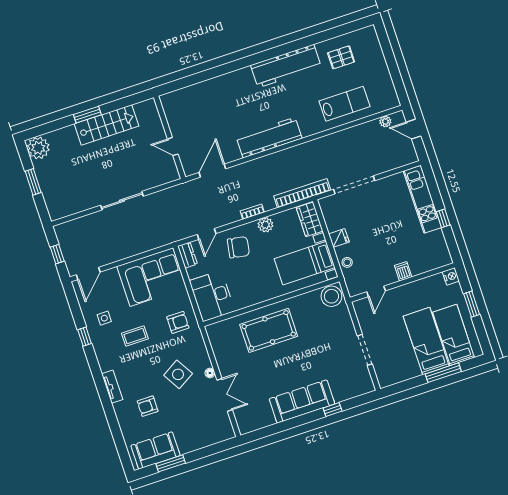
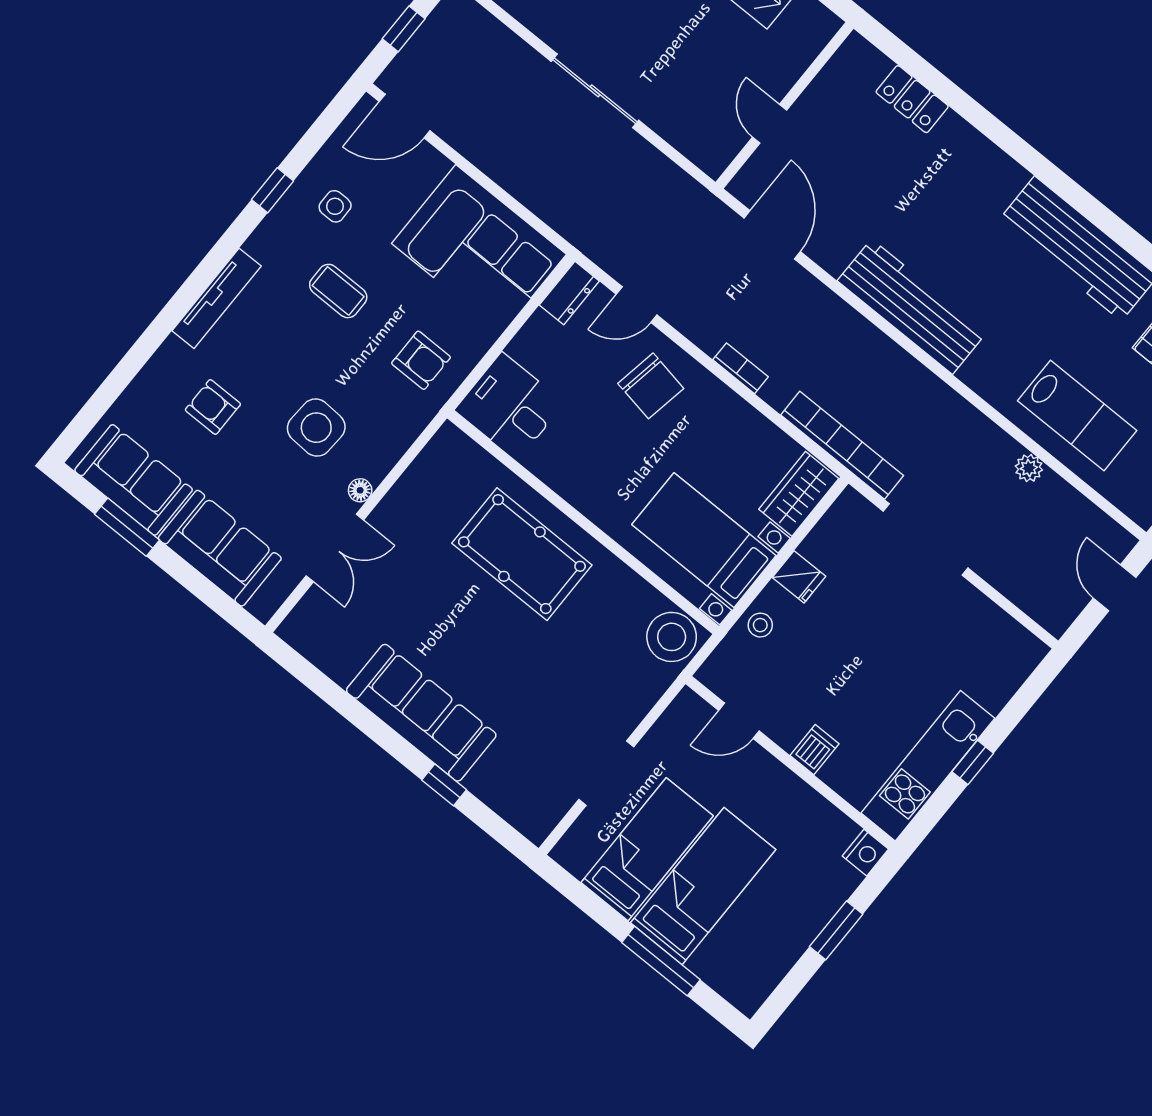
locker: (196, 91) -> (912, 99), added
plant: (385, 121) -> (1029, 468), moved
door: (212, 171) -> (772, 235), hinge flipped
kitchen unit: (422, 199) -> (928, 766), moved
plant: (265, 225) -> (731, 412), removed
desk: (212, 296) -> (509, 406), width x0.73
bed: (453, 335) -> (647, 849), moved
side table: (178, 374) -> (316, 428), turned 34
tv unit: (112, 387) -> (217, 298), width x1.41
sofa: (199, 435) -> (220, 548), added

